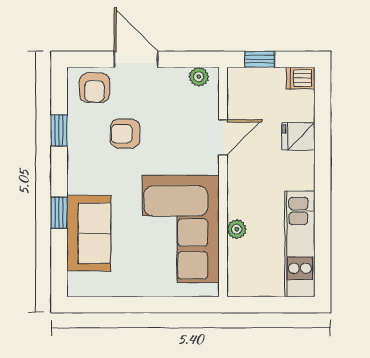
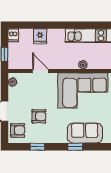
armchair: (125, 134) -> (39, 116), turned -90

